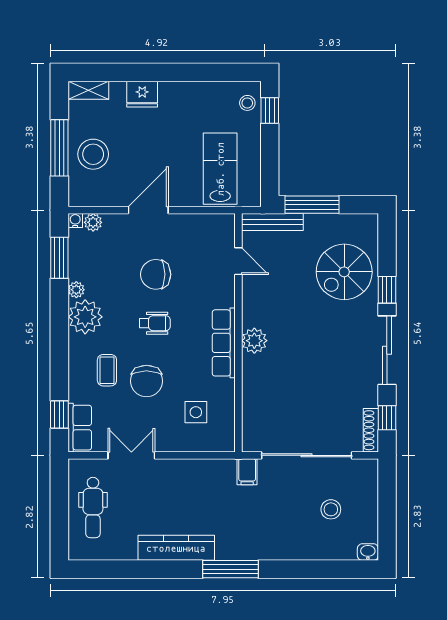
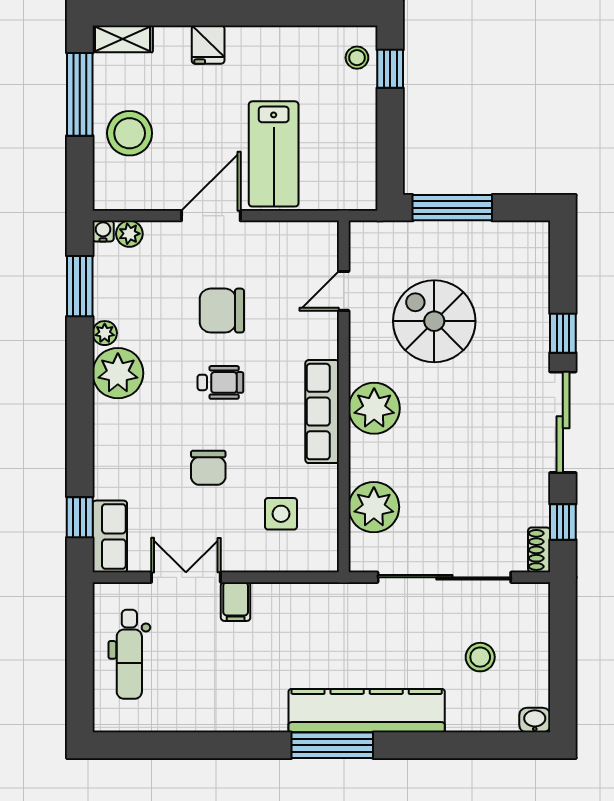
fridge: (142, 94) -> (208, 45), width x0.72
window: (59, 148) -> (80, 94), moved
lab bench: (220, 169) -> (274, 154), moved, turned 180
bench: (272, 222) -> (394, 233), removed
door: (238, 261) -> (344, 291), swing flipped
spiral stairs: (344, 272) -> (434, 321), moved, turned 90
plant: (254, 341) -> (374, 408), width x1.36, depth x1.36
coffee table: (107, 370) -> (150, 452), removed
chair: (146, 381) -> (208, 468), width x0.73, depth x0.73
plant: (259, 408) -> (374, 507), added
shoe rack: (371, 430) -> (539, 550), width x0.70
filing cabinet: (247, 472) -> (236, 602), moved
kitchen counter: (176, 548) -> (367, 711), moved, width x1.39, depth x1.17

